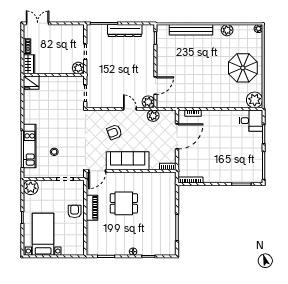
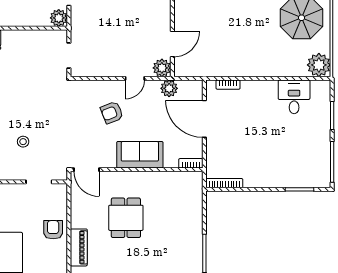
door: (130, 109) -> (135, 78), swing flipped
desk: (251, 121) -> (294, 97), moved, turned -90
door: (177, 136) -> (204, 119), swing flipped
sofa: (128, 161) -> (140, 155), width x0.73
door: (97, 171) -> (87, 170), hinge flipped
dining table: (124, 203) -> (126, 218), turned 90
piano: (92, 208) -> (79, 247), moved

